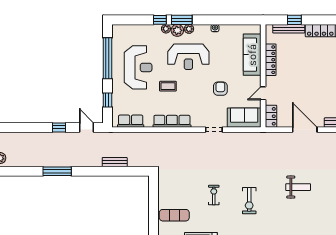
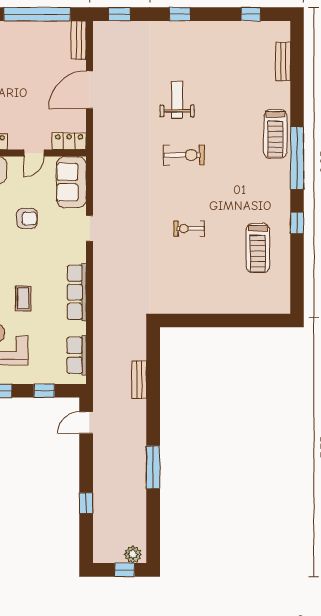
armchair: (220, 89) -> (27, 218), turned 180
door: (263, 93) -> (34, 153), hinge flipped
window: (59, 127) -> (86, 503), moved
exercise bike: (249, 201) -> (184, 155), moved
exercise mat: (174, 215) -> (220, 289), removed

